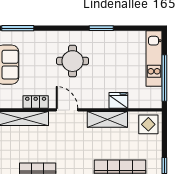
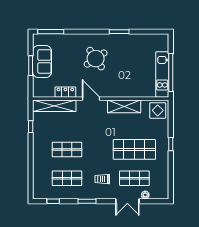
kitchen unit: (154, 58) -> (162, 75), moved
round table: (73, 61) -> (96, 59), turned -34
fridge: (118, 100) -> (133, 91), removed

